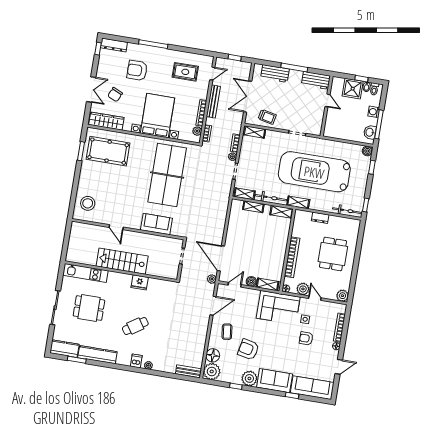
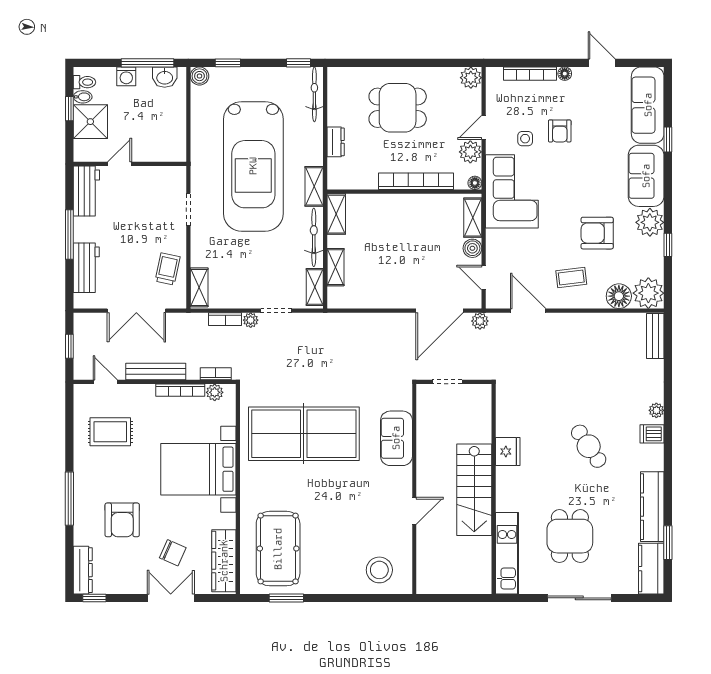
rug: (185, 72) -> (110, 432), turned 90
armchair: (248, 349) -> (597, 233), turned 78

